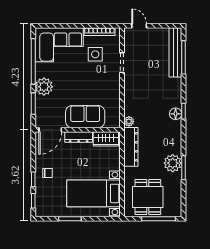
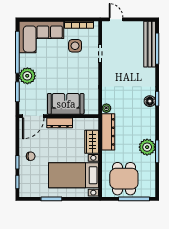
wardrobe: (106, 139) -> (92, 142), moved, turned 90

